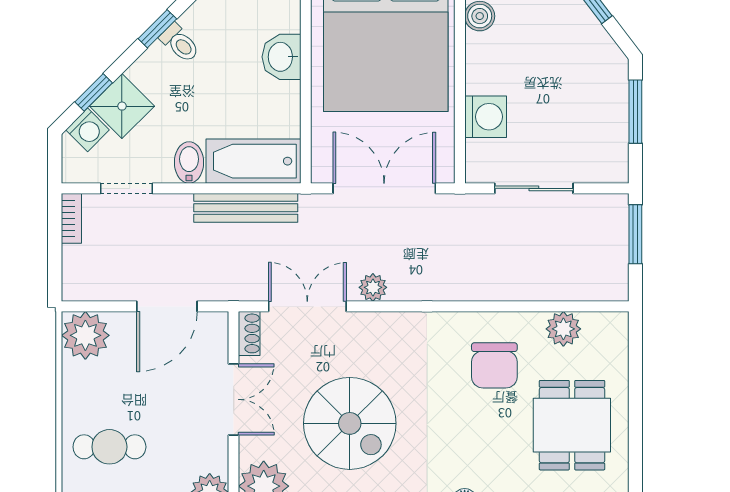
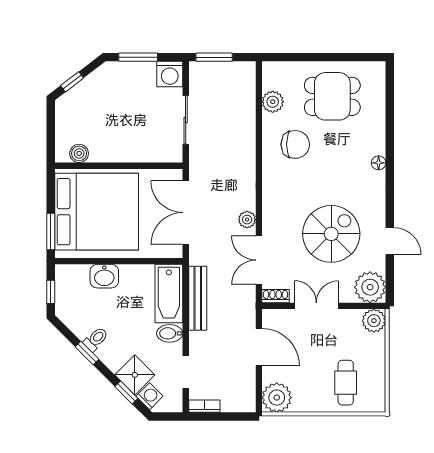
washing machine: (486, 117) -> (170, 74), moved, turned 180

